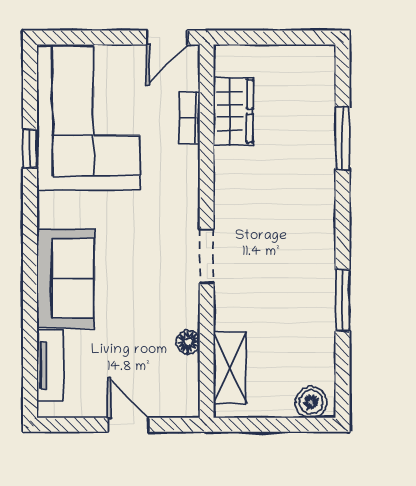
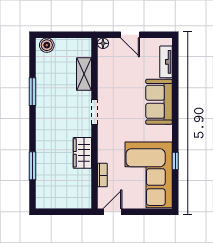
wardrobe: (233, 111) -> (82, 153), moved
floor lamp: (188, 342) -> (103, 43), moved
shelving: (230, 367) -> (84, 74), moved

